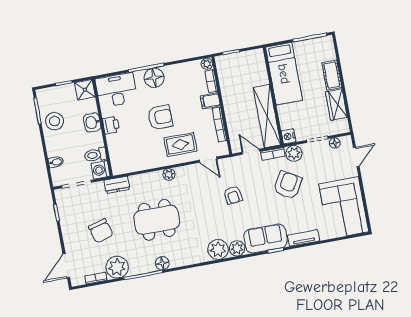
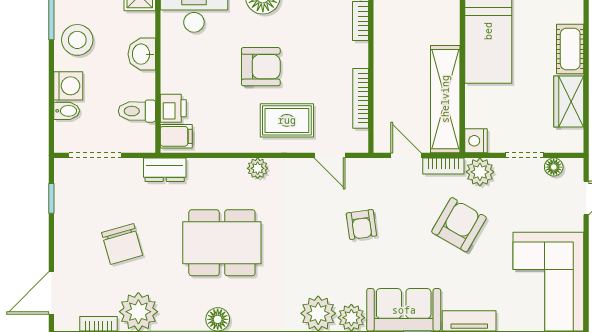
filing cabinet: (210, 101) -> (176, 136), moved, turned 180
printer: (111, 125) -> (173, 108), moved
washing machine: (101, 170) -> (68, 86), moved, turned 180

